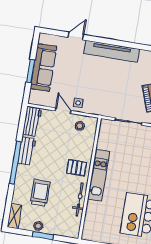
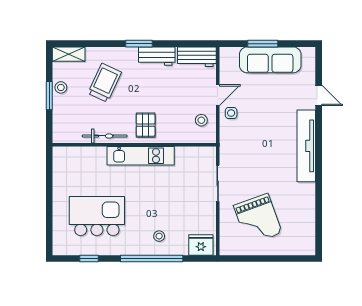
window: (15, 163) -> (139, 44), width x0.47
trolley: (40, 193) -> (105, 83), turned -65

